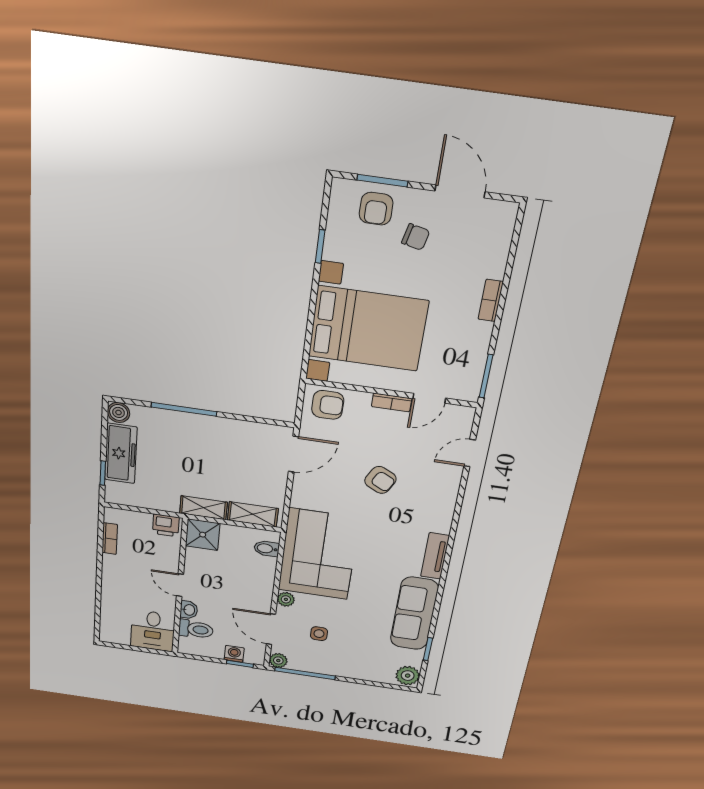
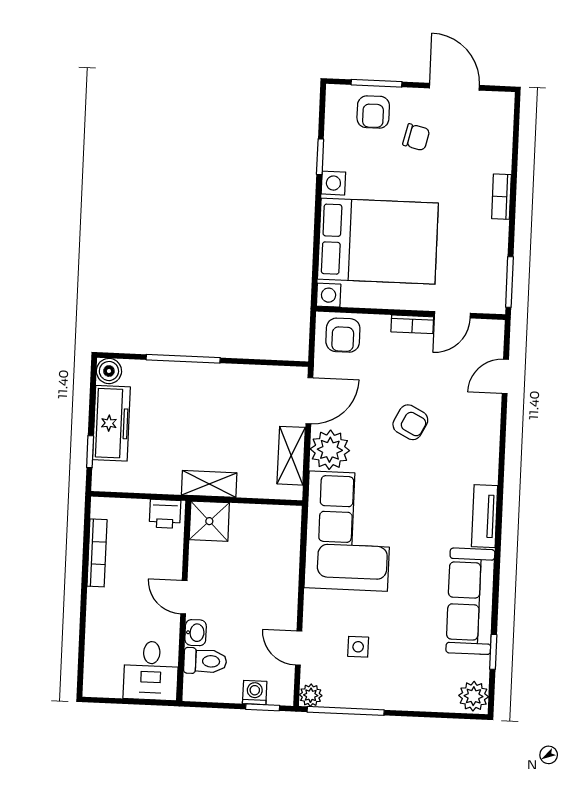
armchair: (328, 405) -> (343, 335), turned 90
shelving: (253, 514) -> (291, 456), moved, turned 90
bookcase: (110, 539) -> (97, 553), width x1.56
bidet: (267, 549) -> (286, 531), removed
plant: (286, 599) -> (330, 450), moved, width x1.88, depth x1.88
door: (271, 629) -> (299, 648), width x0.73

